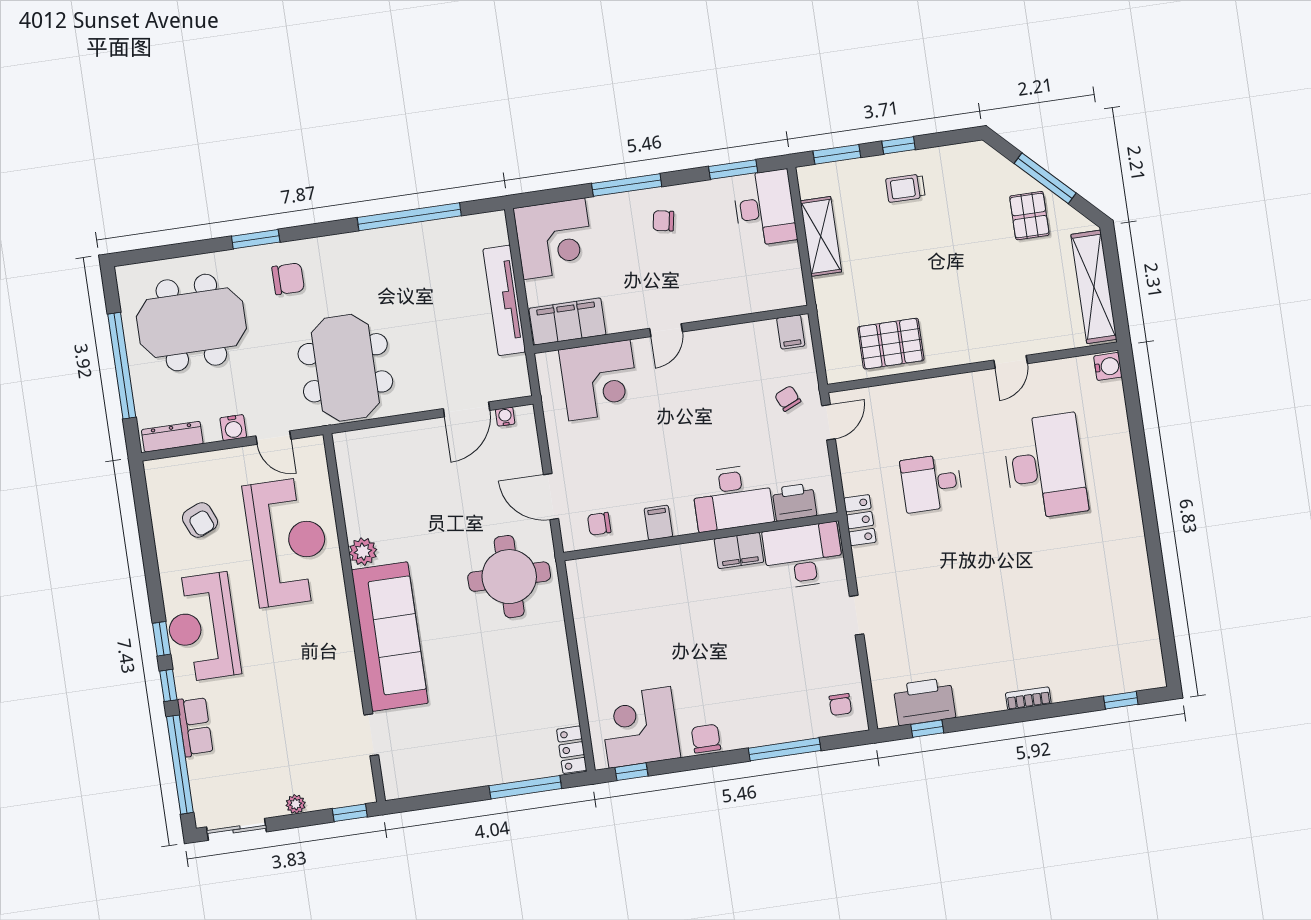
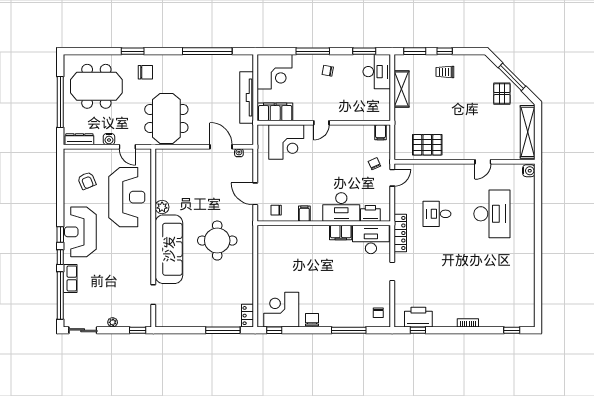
door: (466, 409) -> (221, 147), swing flipped
locker: (860, 520) -> (400, 233), width x1.53
round table: (509, 577) -> (217, 241), moved

